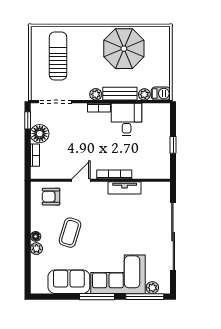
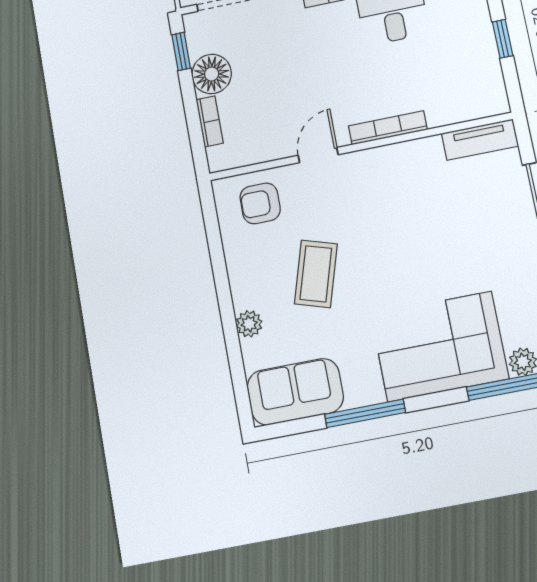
tv unit: (125, 188) -> (480, 140), moved
floor lamp: (36, 236) -> (242, 297), removed
sofa: (69, 282) -> (295, 392), moved
window: (97, 297) -> (365, 413), moved

